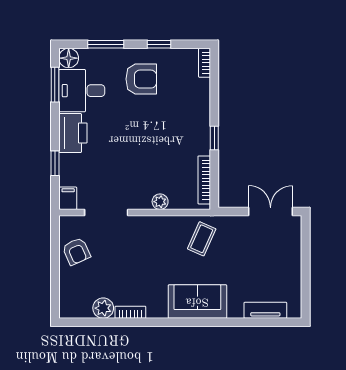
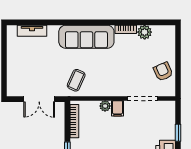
filing cabinet: (68, 198) -> (117, 108), moved
double door: (271, 211) -> (39, 99), moved
sofa: (197, 302) -> (86, 37), width x1.36

